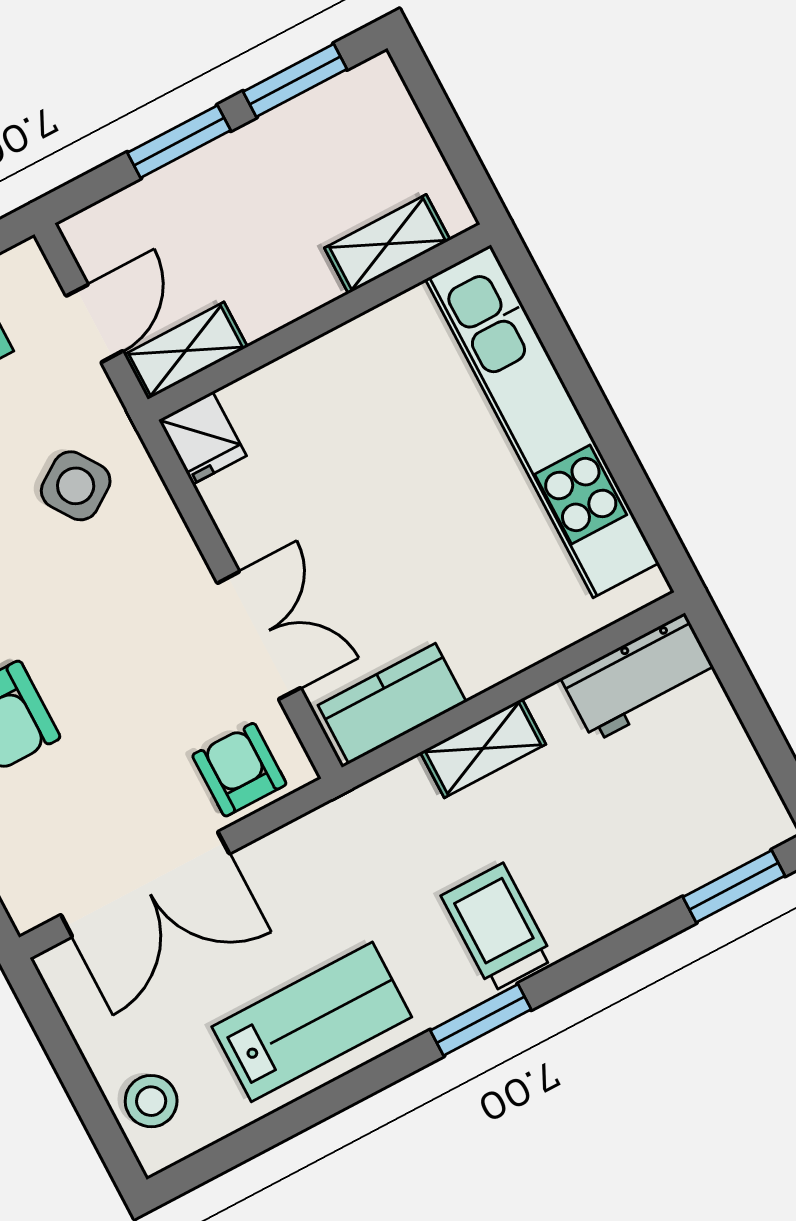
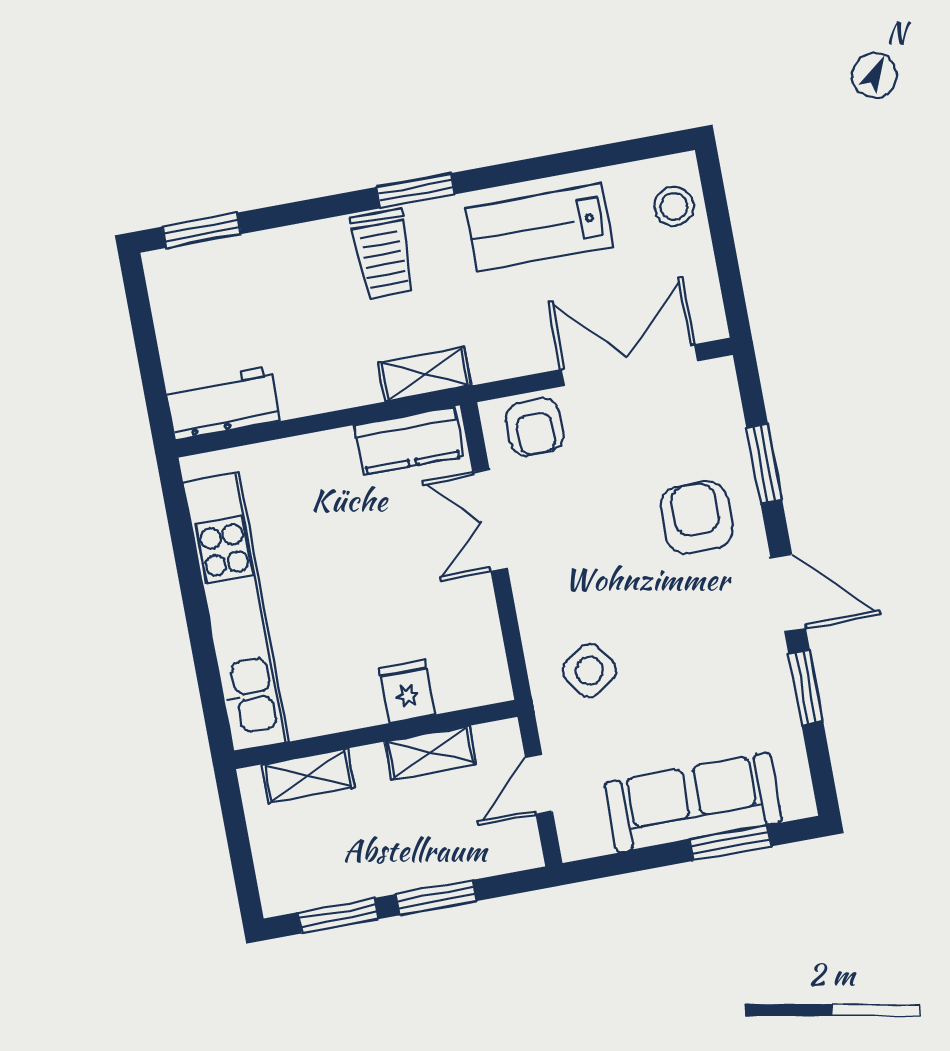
shelving: (186, 351) -> (430, 753), moved
fridge: (202, 438) -> (407, 691), moved
shelving: (483, 748) -> (425, 374), moved

